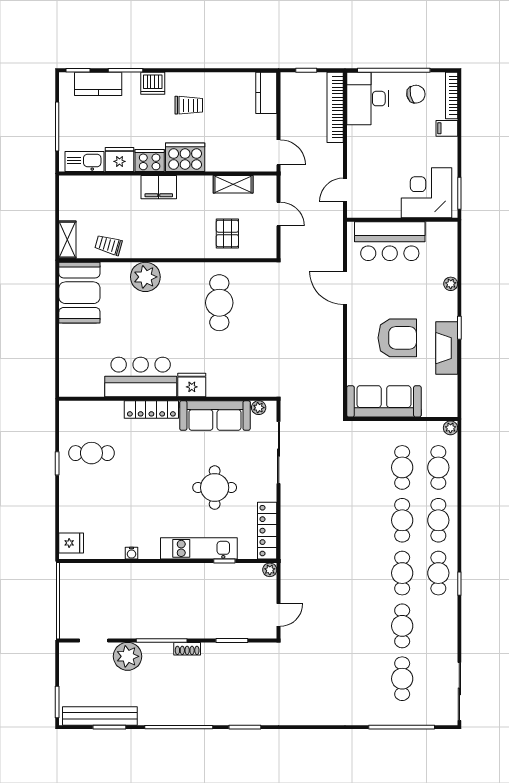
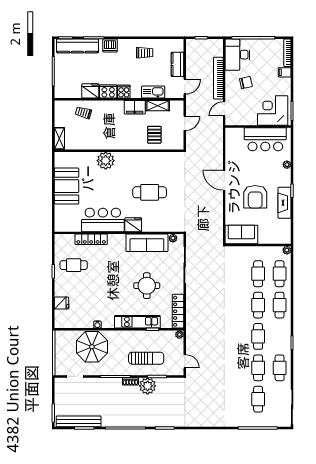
kitchen counter: (98, 84) -> (78, 46), width x1.50
kitchen counter: (266, 93) -> (177, 64), moved
chair: (416, 94) -> (246, 83), moved
trolley: (189, 105) -> (145, 53), moved
bookcase: (335, 107) -> (218, 78), moved
door: (279, 152) -> (185, 87), hinge flipped
cooker: (185, 157) -> (124, 92), width x0.53, depth x0.76
kitchen sink: (84, 161) -> (153, 92), moved
filing cabinet: (159, 187) -> (135, 107), moved
door: (279, 214) -> (185, 123), hinge flipped
bar counter: (390, 241) -> (265, 139), moved
trolley: (108, 245) -> (83, 113), moved
door: (345, 288) -> (224, 180), moved
booth: (79, 293) -> (66, 186), moved
cafe table: (219, 303) -> (150, 192), moved, turned 90
armchair: (397, 338) -> (255, 197), turned 90
sofa: (384, 401) -> (241, 234), width x0.73
locker: (151, 409) -> (91, 239), moved
fridge: (71, 543) -> (62, 303), moved
cafe table: (438, 573) -> (280, 368), moved
parasol: (122, 590) -> (92, 347), added
sun lounger: (214, 610) -> (146, 358), added
door: (279, 615) -> (185, 361), hinge flipped
plant: (128, 656) -> (148, 386), moved

